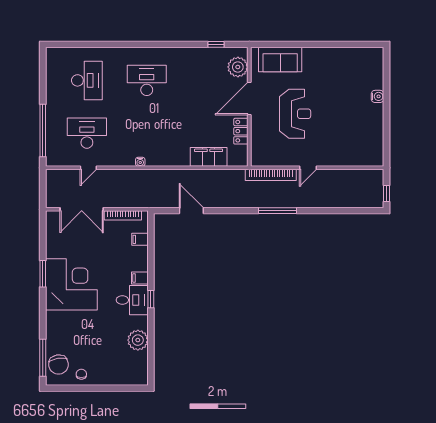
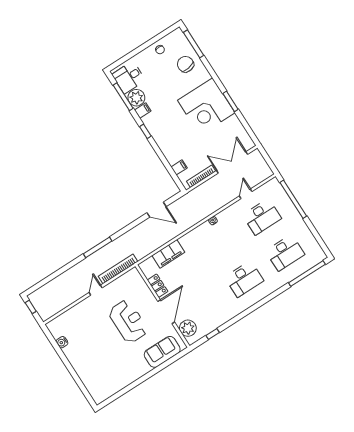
window: (78, 44) -> (307, 274), added
desk: (87, 80) -> (285, 253), turned -90
water cooler: (378, 96) -> (62, 342), moved
reception desk: (295, 114) -> (128, 321), turned 180
filing cabinet: (140, 278) -> (143, 111), moved
desk: (132, 300) -> (129, 77), moved
window: (151, 350) -> (123, 97), added
chair: (59, 365) -> (185, 64), moved

